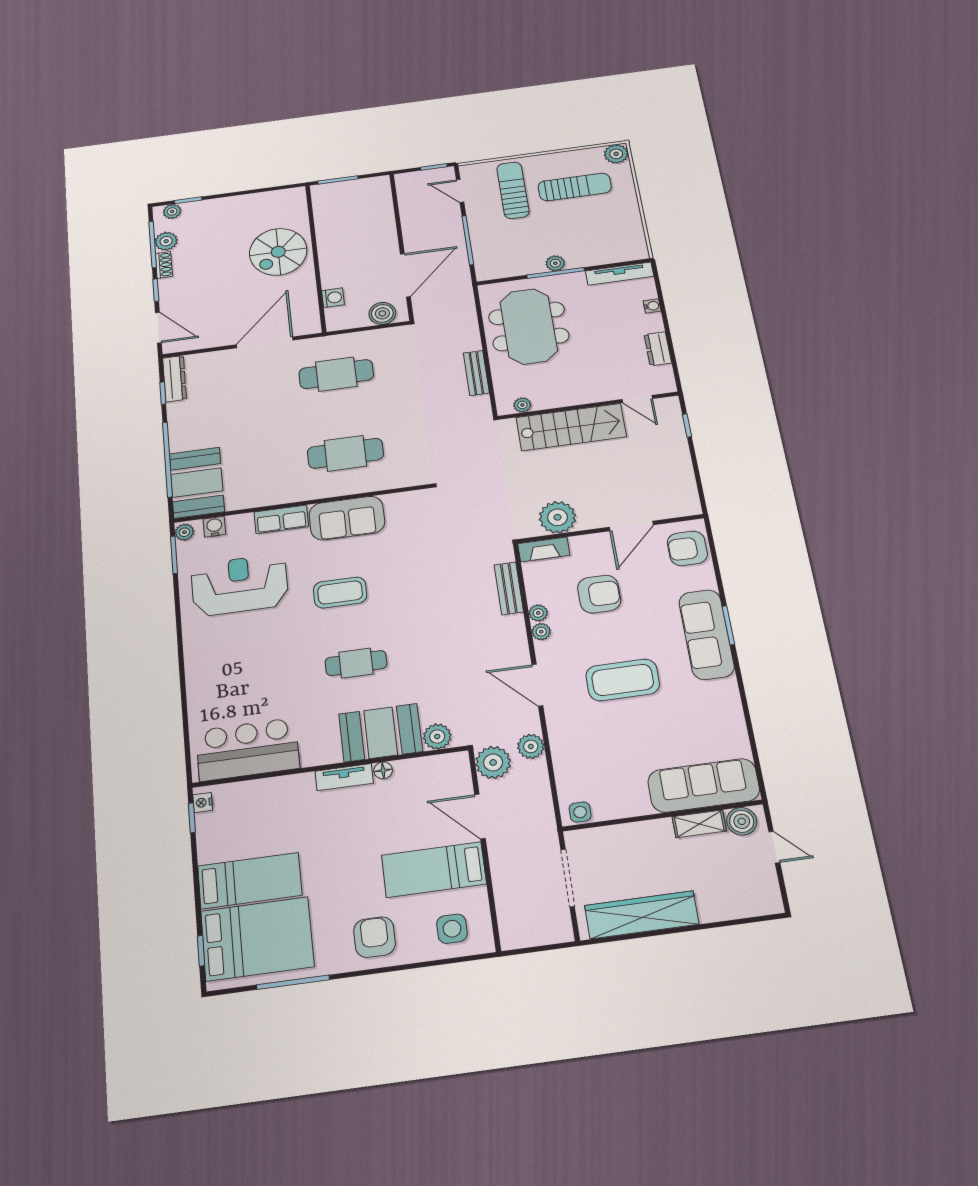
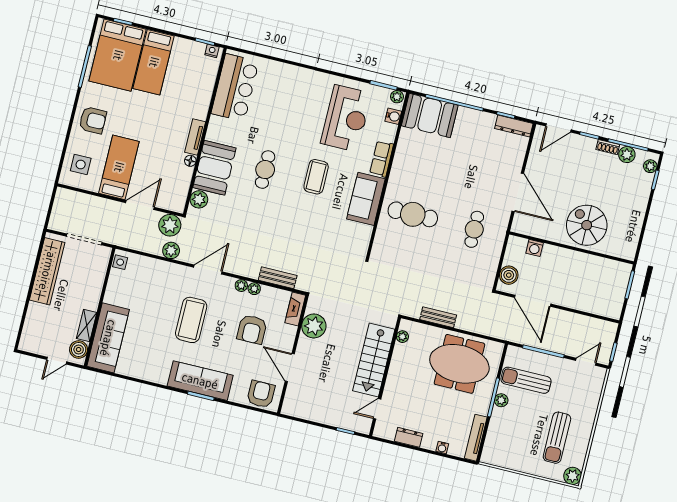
sun lounger: (513, 190) -> (526, 380), moved, turned 180
cafe table: (336, 374) -> (474, 229), width x0.73, depth x0.74
cafe table: (345, 453) -> (413, 214), turned 90

